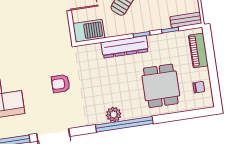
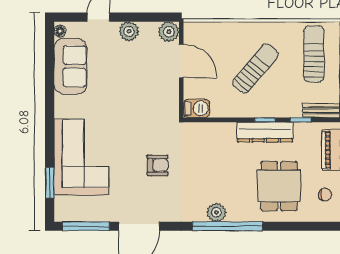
barbecue: (89, 31) -> (196, 108), width x0.73, depth x0.79
dresser: (125, 47) -> (265, 132), moved
armchair: (61, 84) -> (158, 165), turned 180

